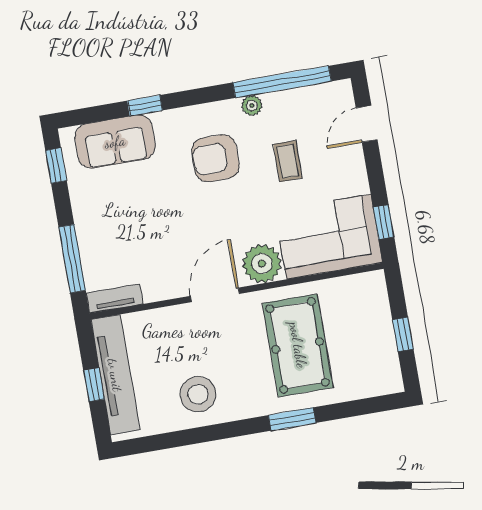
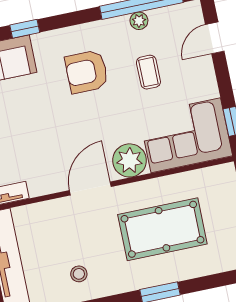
plant: (252, 106) -> (139, 21), moved
pool table: (298, 345) -> (162, 229), turned 90
stool: (198, 394) -> (79, 274), width x0.53, depth x0.53

